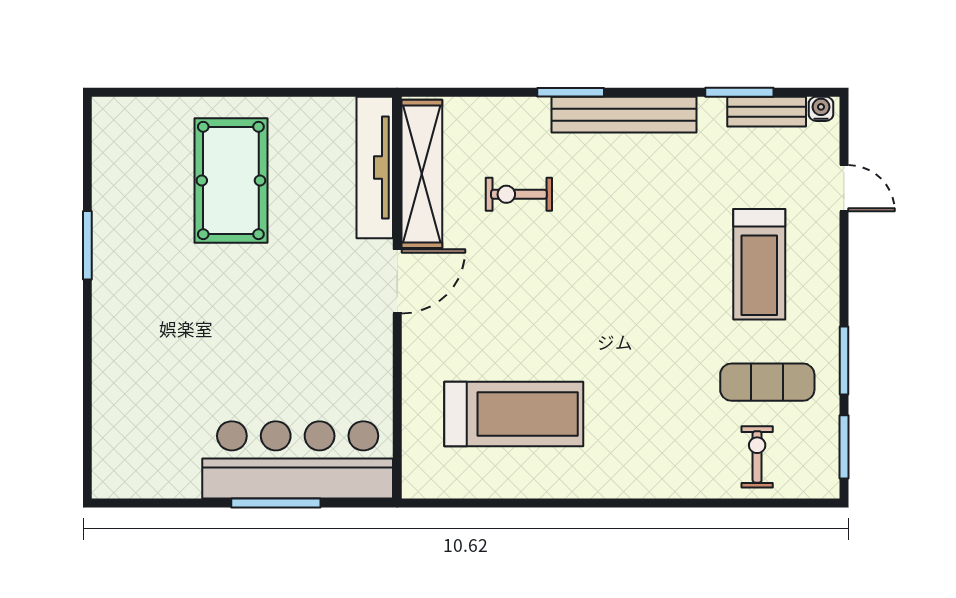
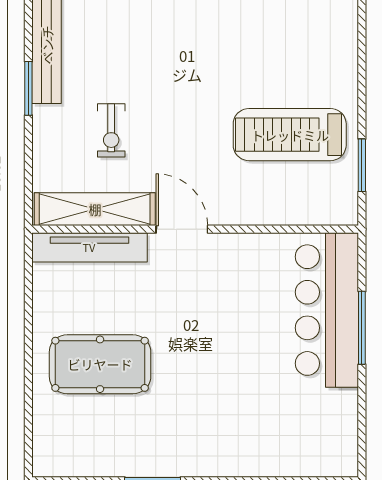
treadmill: (514, 414) -> (290, 135), turned -90
window: (476, 503) -> (362, 165), added

